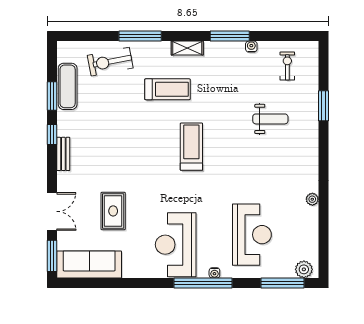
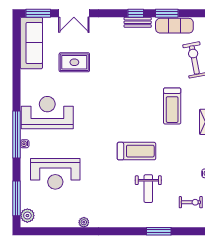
treadmill: (191, 147) -> (136, 151), moved
bench: (63, 154) -> (138, 22), moved

